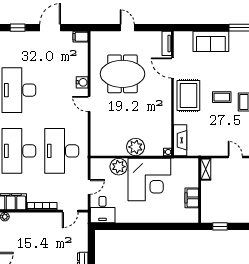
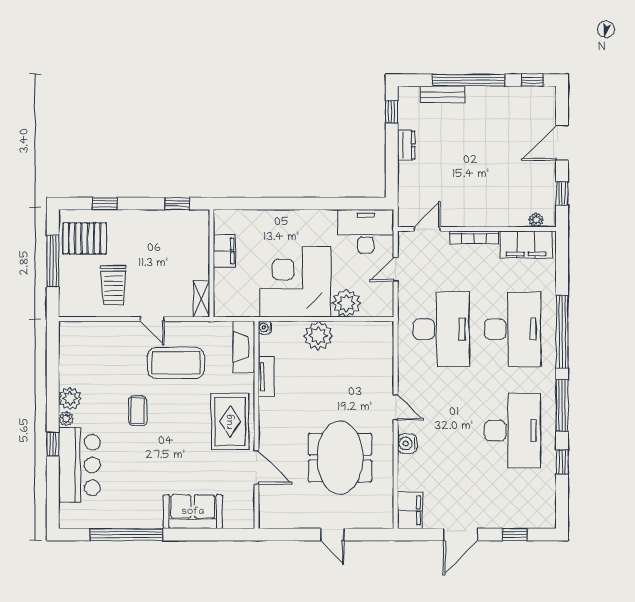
filing cabinet: (81, 37) -> (410, 510), width x2.00
tv unit: (167, 43) -> (266, 377), moved
meeting table: (122, 74) -> (340, 458), turned 90
coffee table: (222, 97) -> (176, 363), moved, width x1.86, depth x1.72
desk: (103, 210) -> (366, 231), width x1.37

